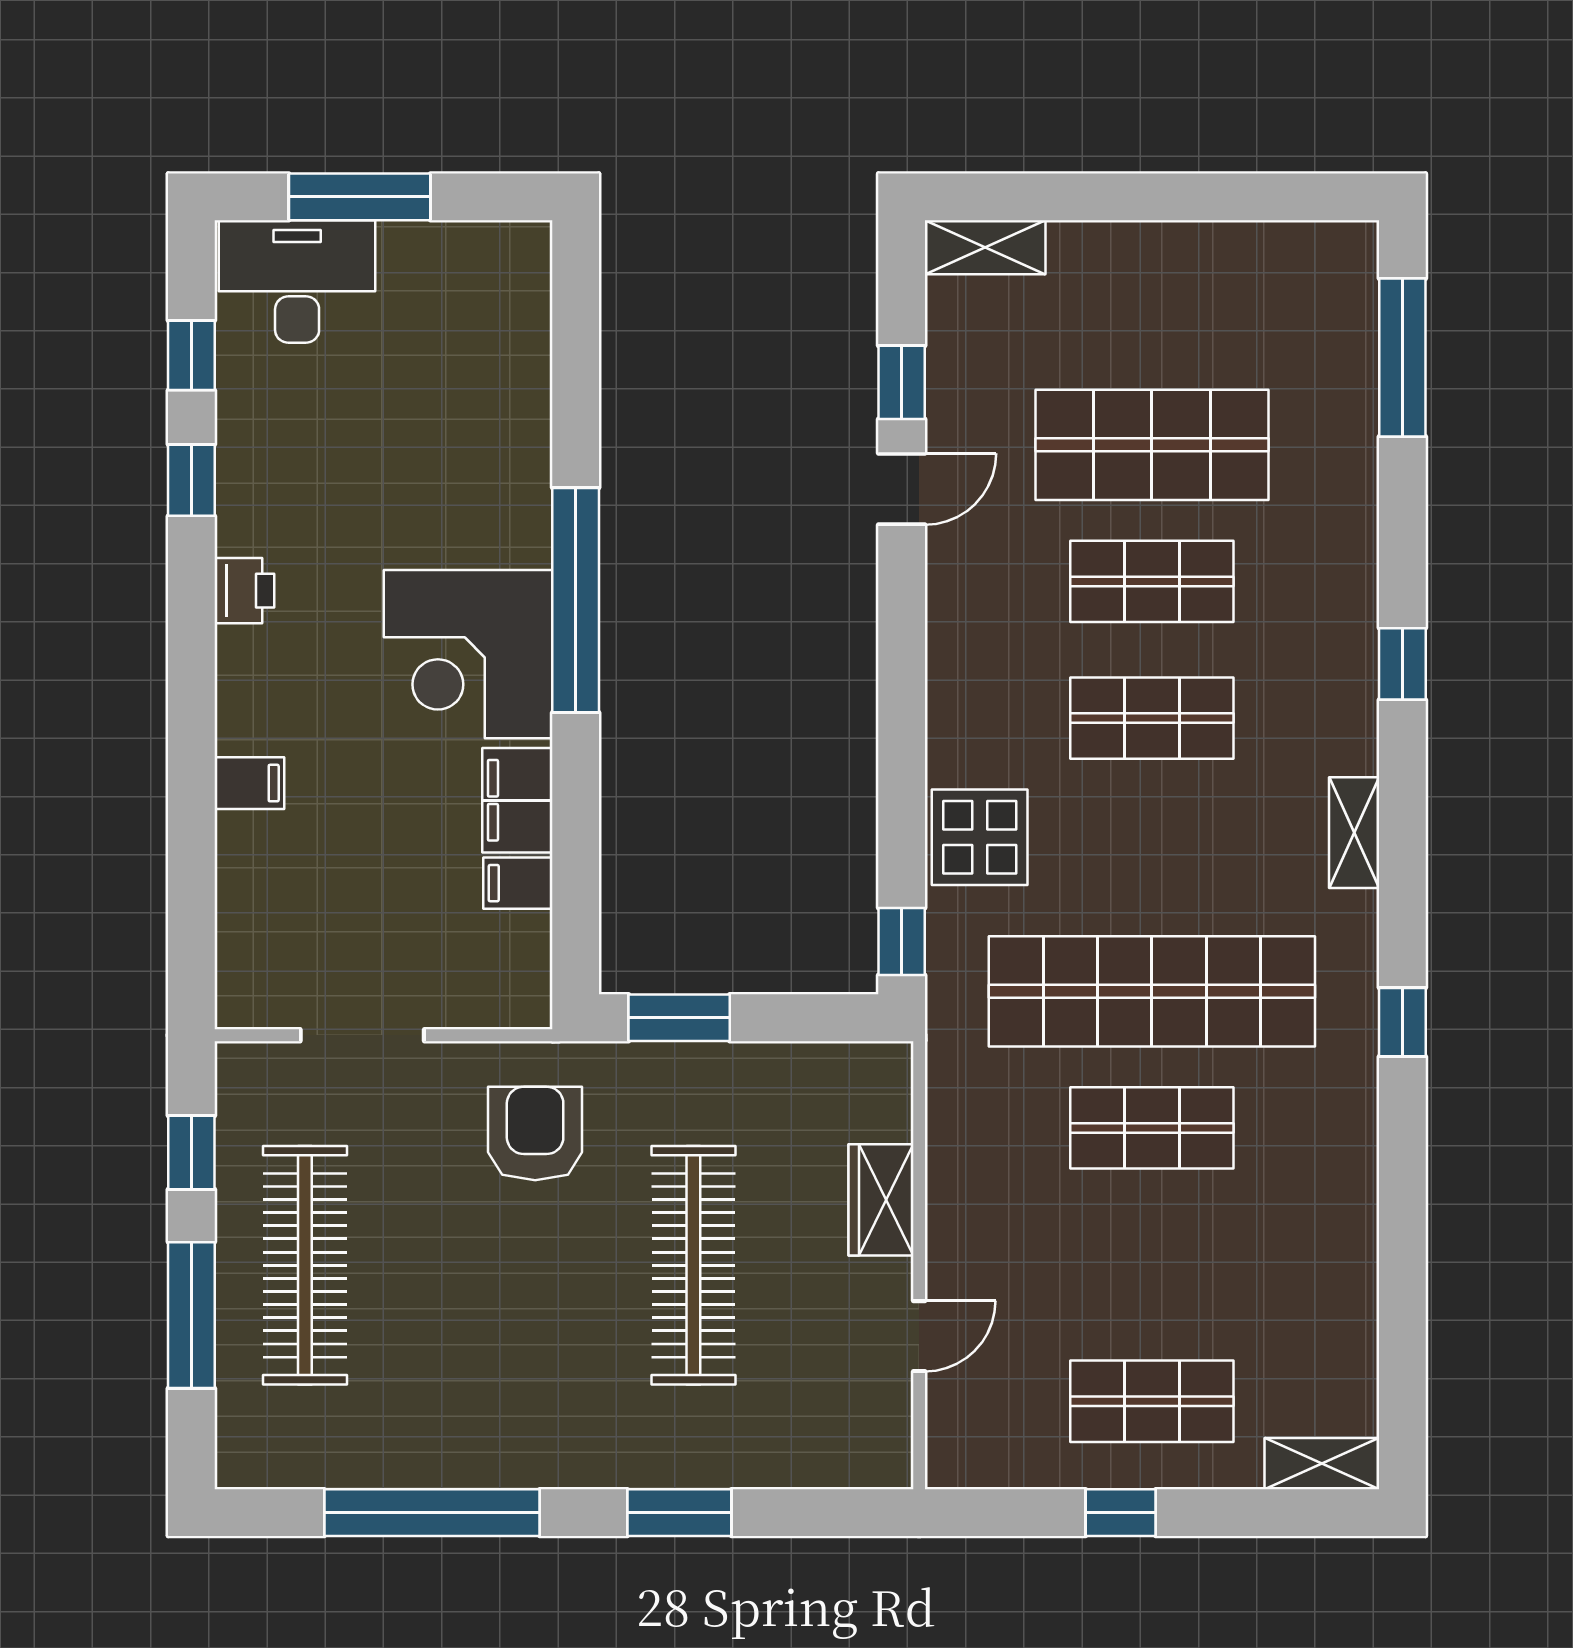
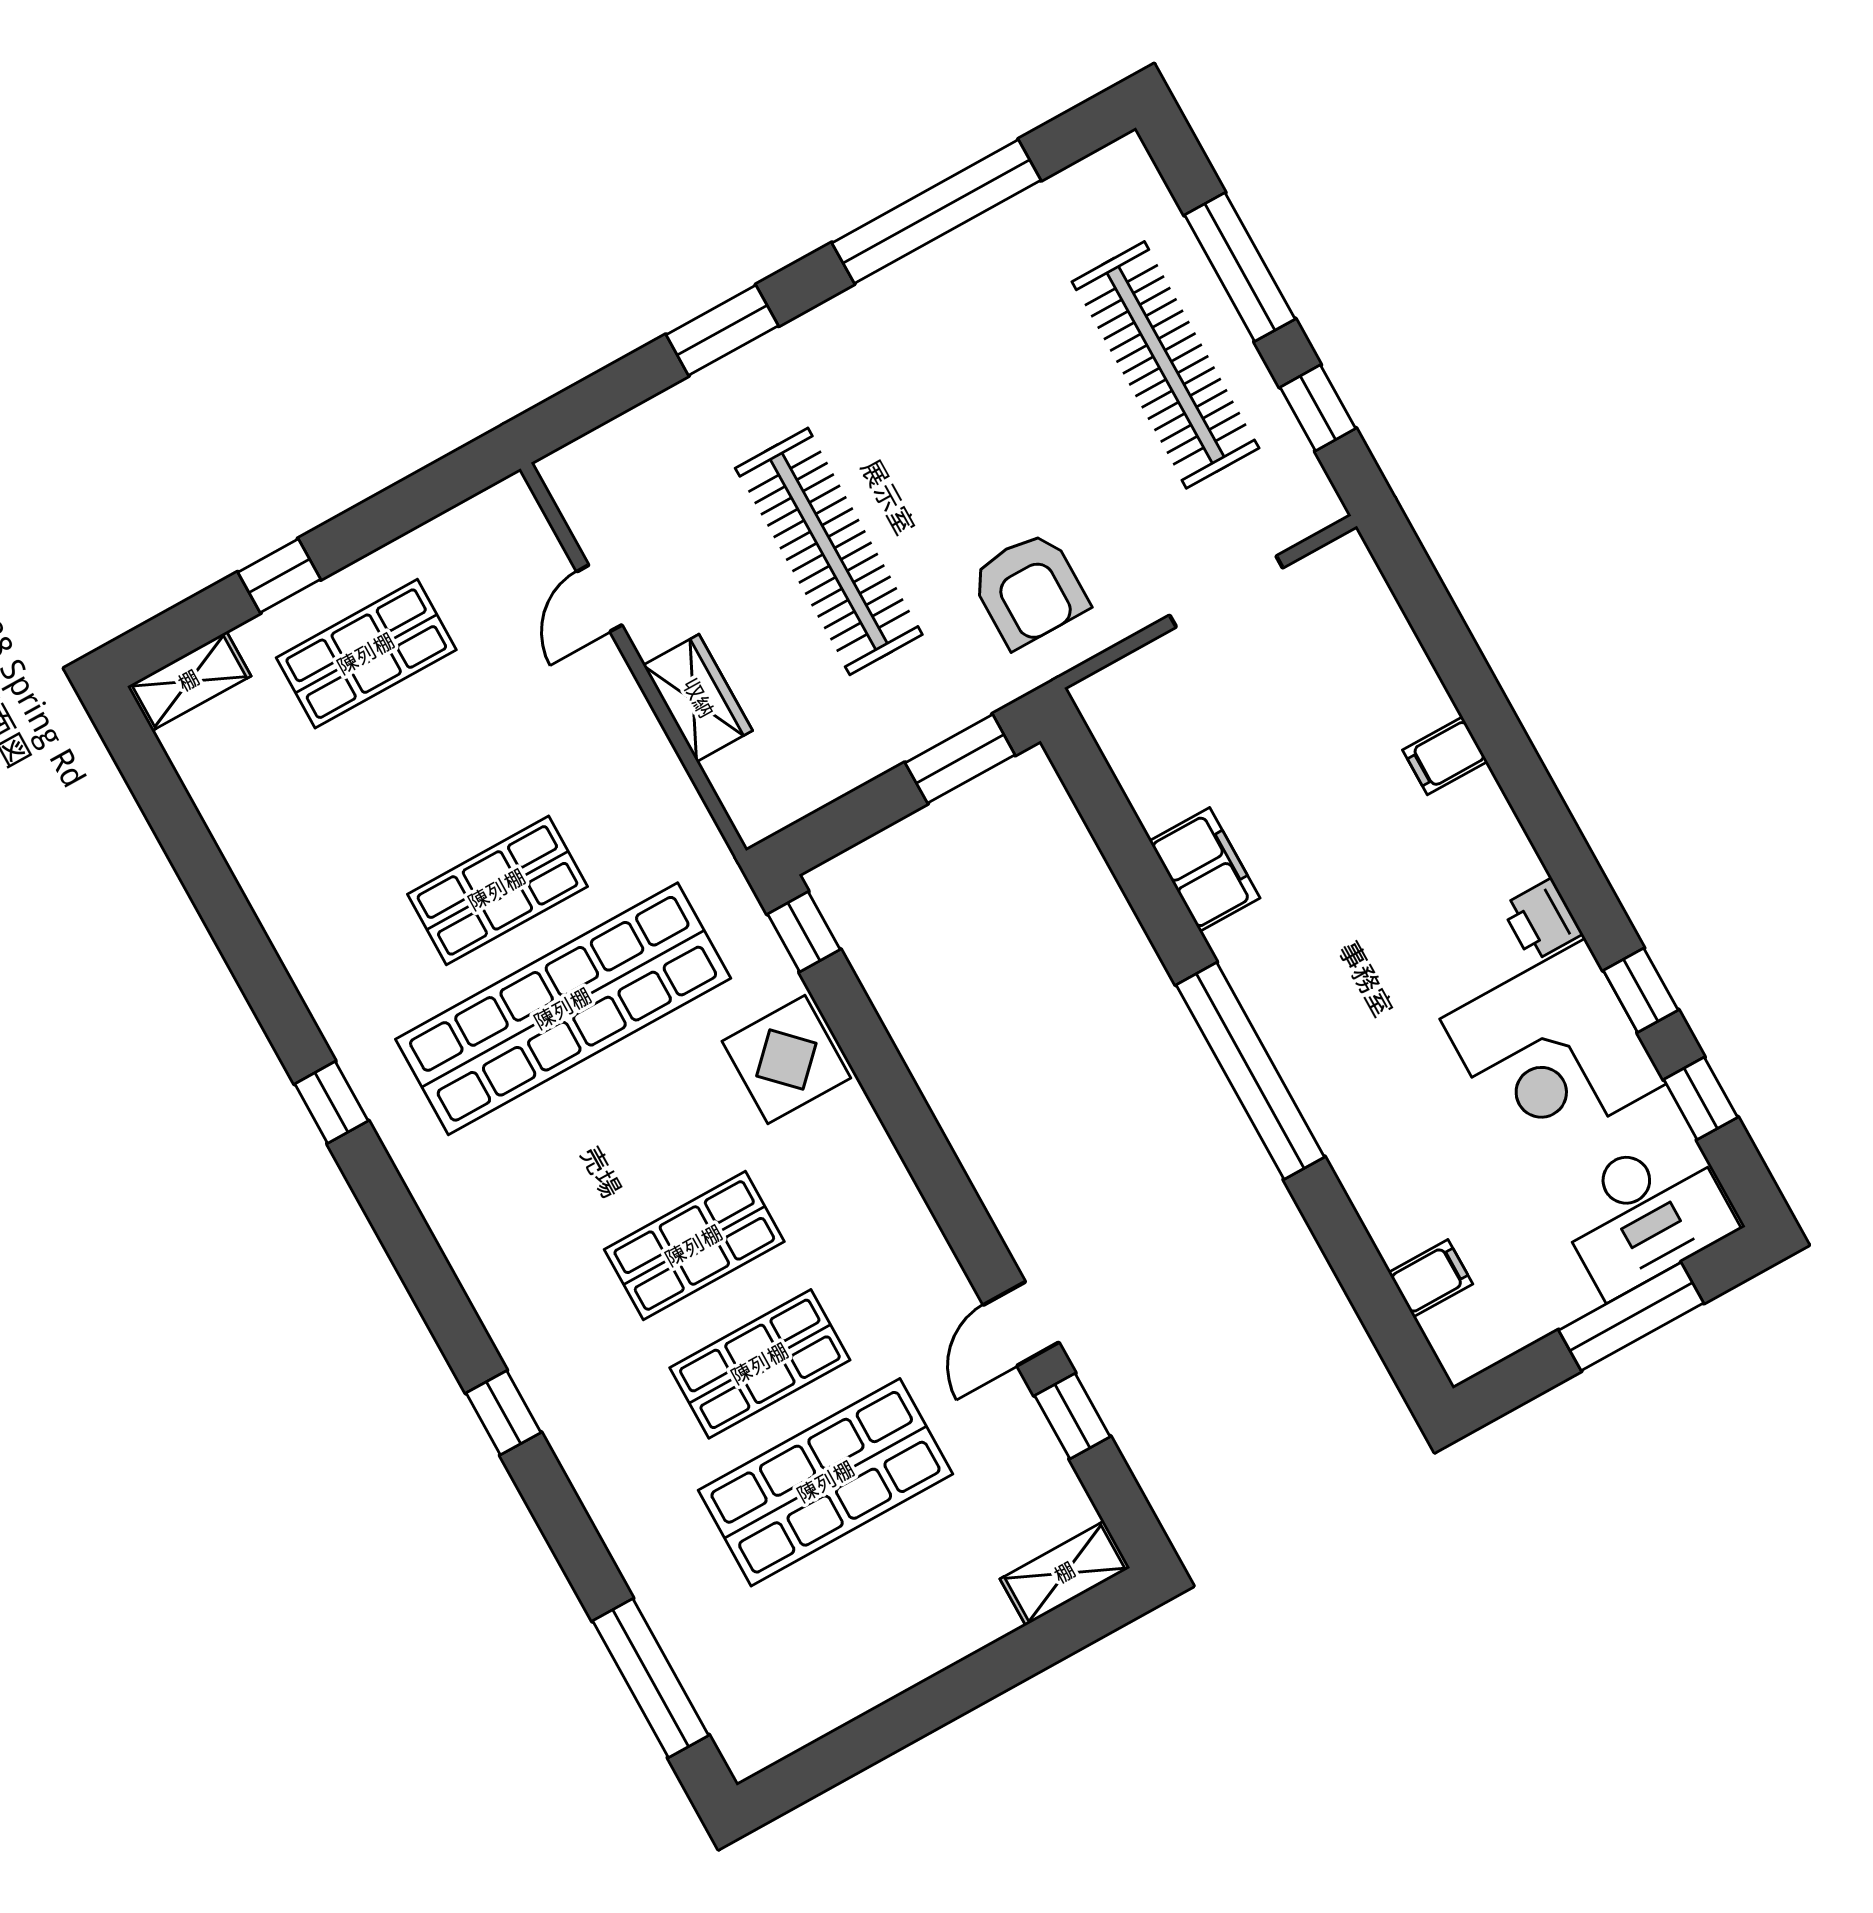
corner desk: (468, 654) -> (1553, 1051), moved, turned 180
shelving: (1354, 833) -> (464, 1243), removed
filing cabinet: (518, 883) -> (1431, 1278), moved
window: (1121, 1513) -> (279, 576), moved

